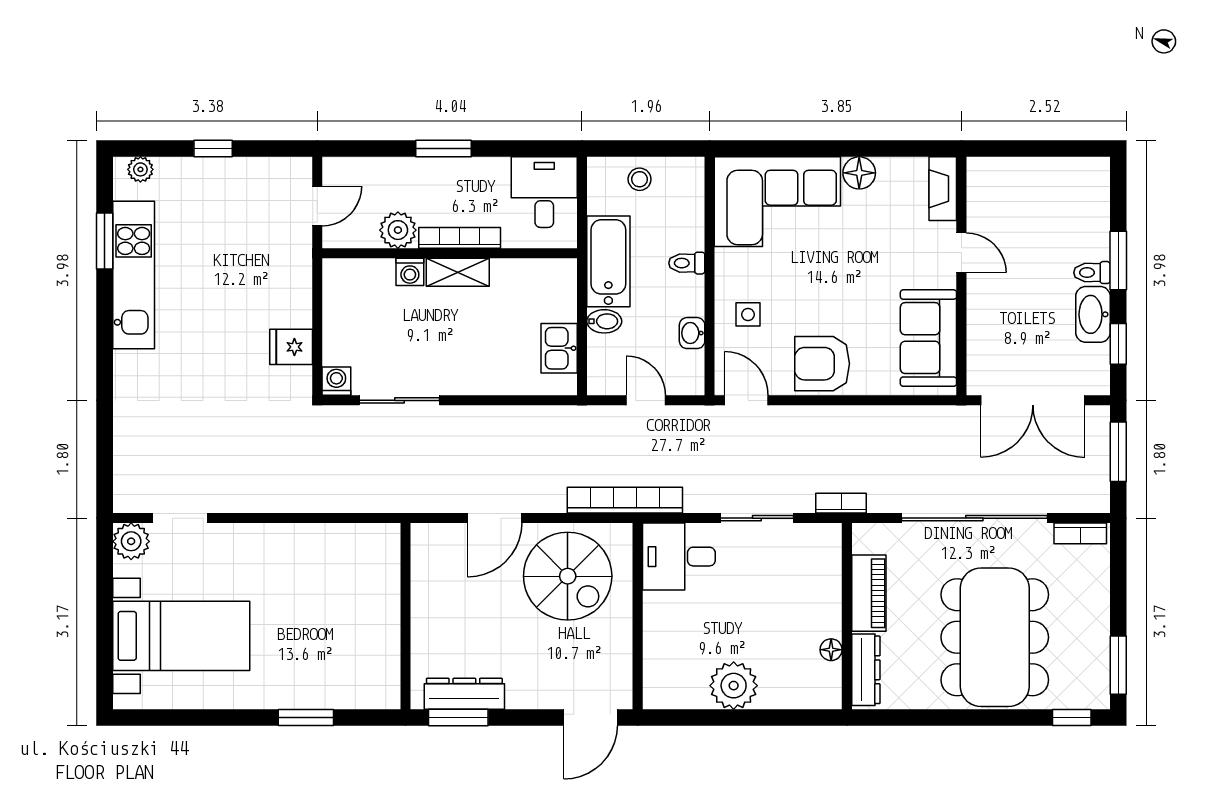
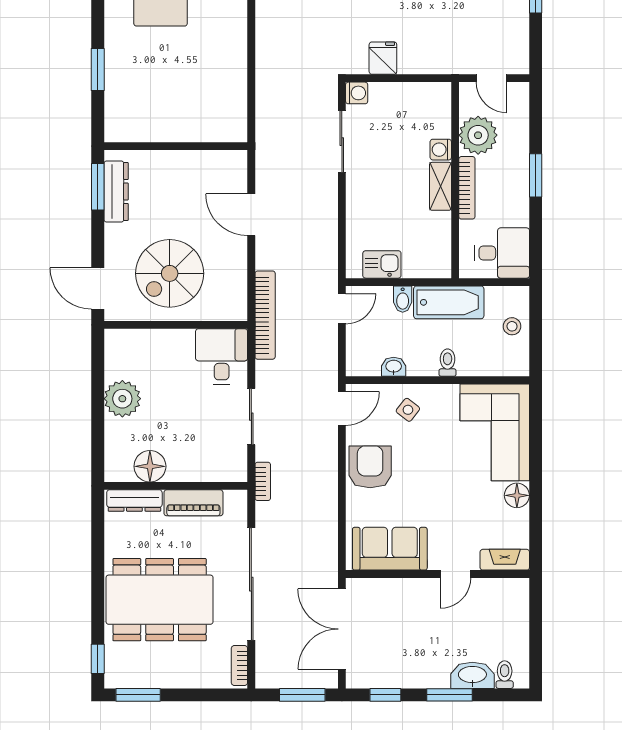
plant: (398, 230) -> (478, 135), width x1.36, depth x1.36
toilet: (1092, 273) -> (505, 675), moved
side table: (748, 314) -> (408, 410), turned 38
washbasin: (1093, 314) -> (472, 675), moved
door: (646, 400) -> (342, 309), moved
spiral stairs: (568, 576) -> (170, 273), moved
floor lamp: (831, 650) -> (150, 466), width x1.89, depth x1.89

